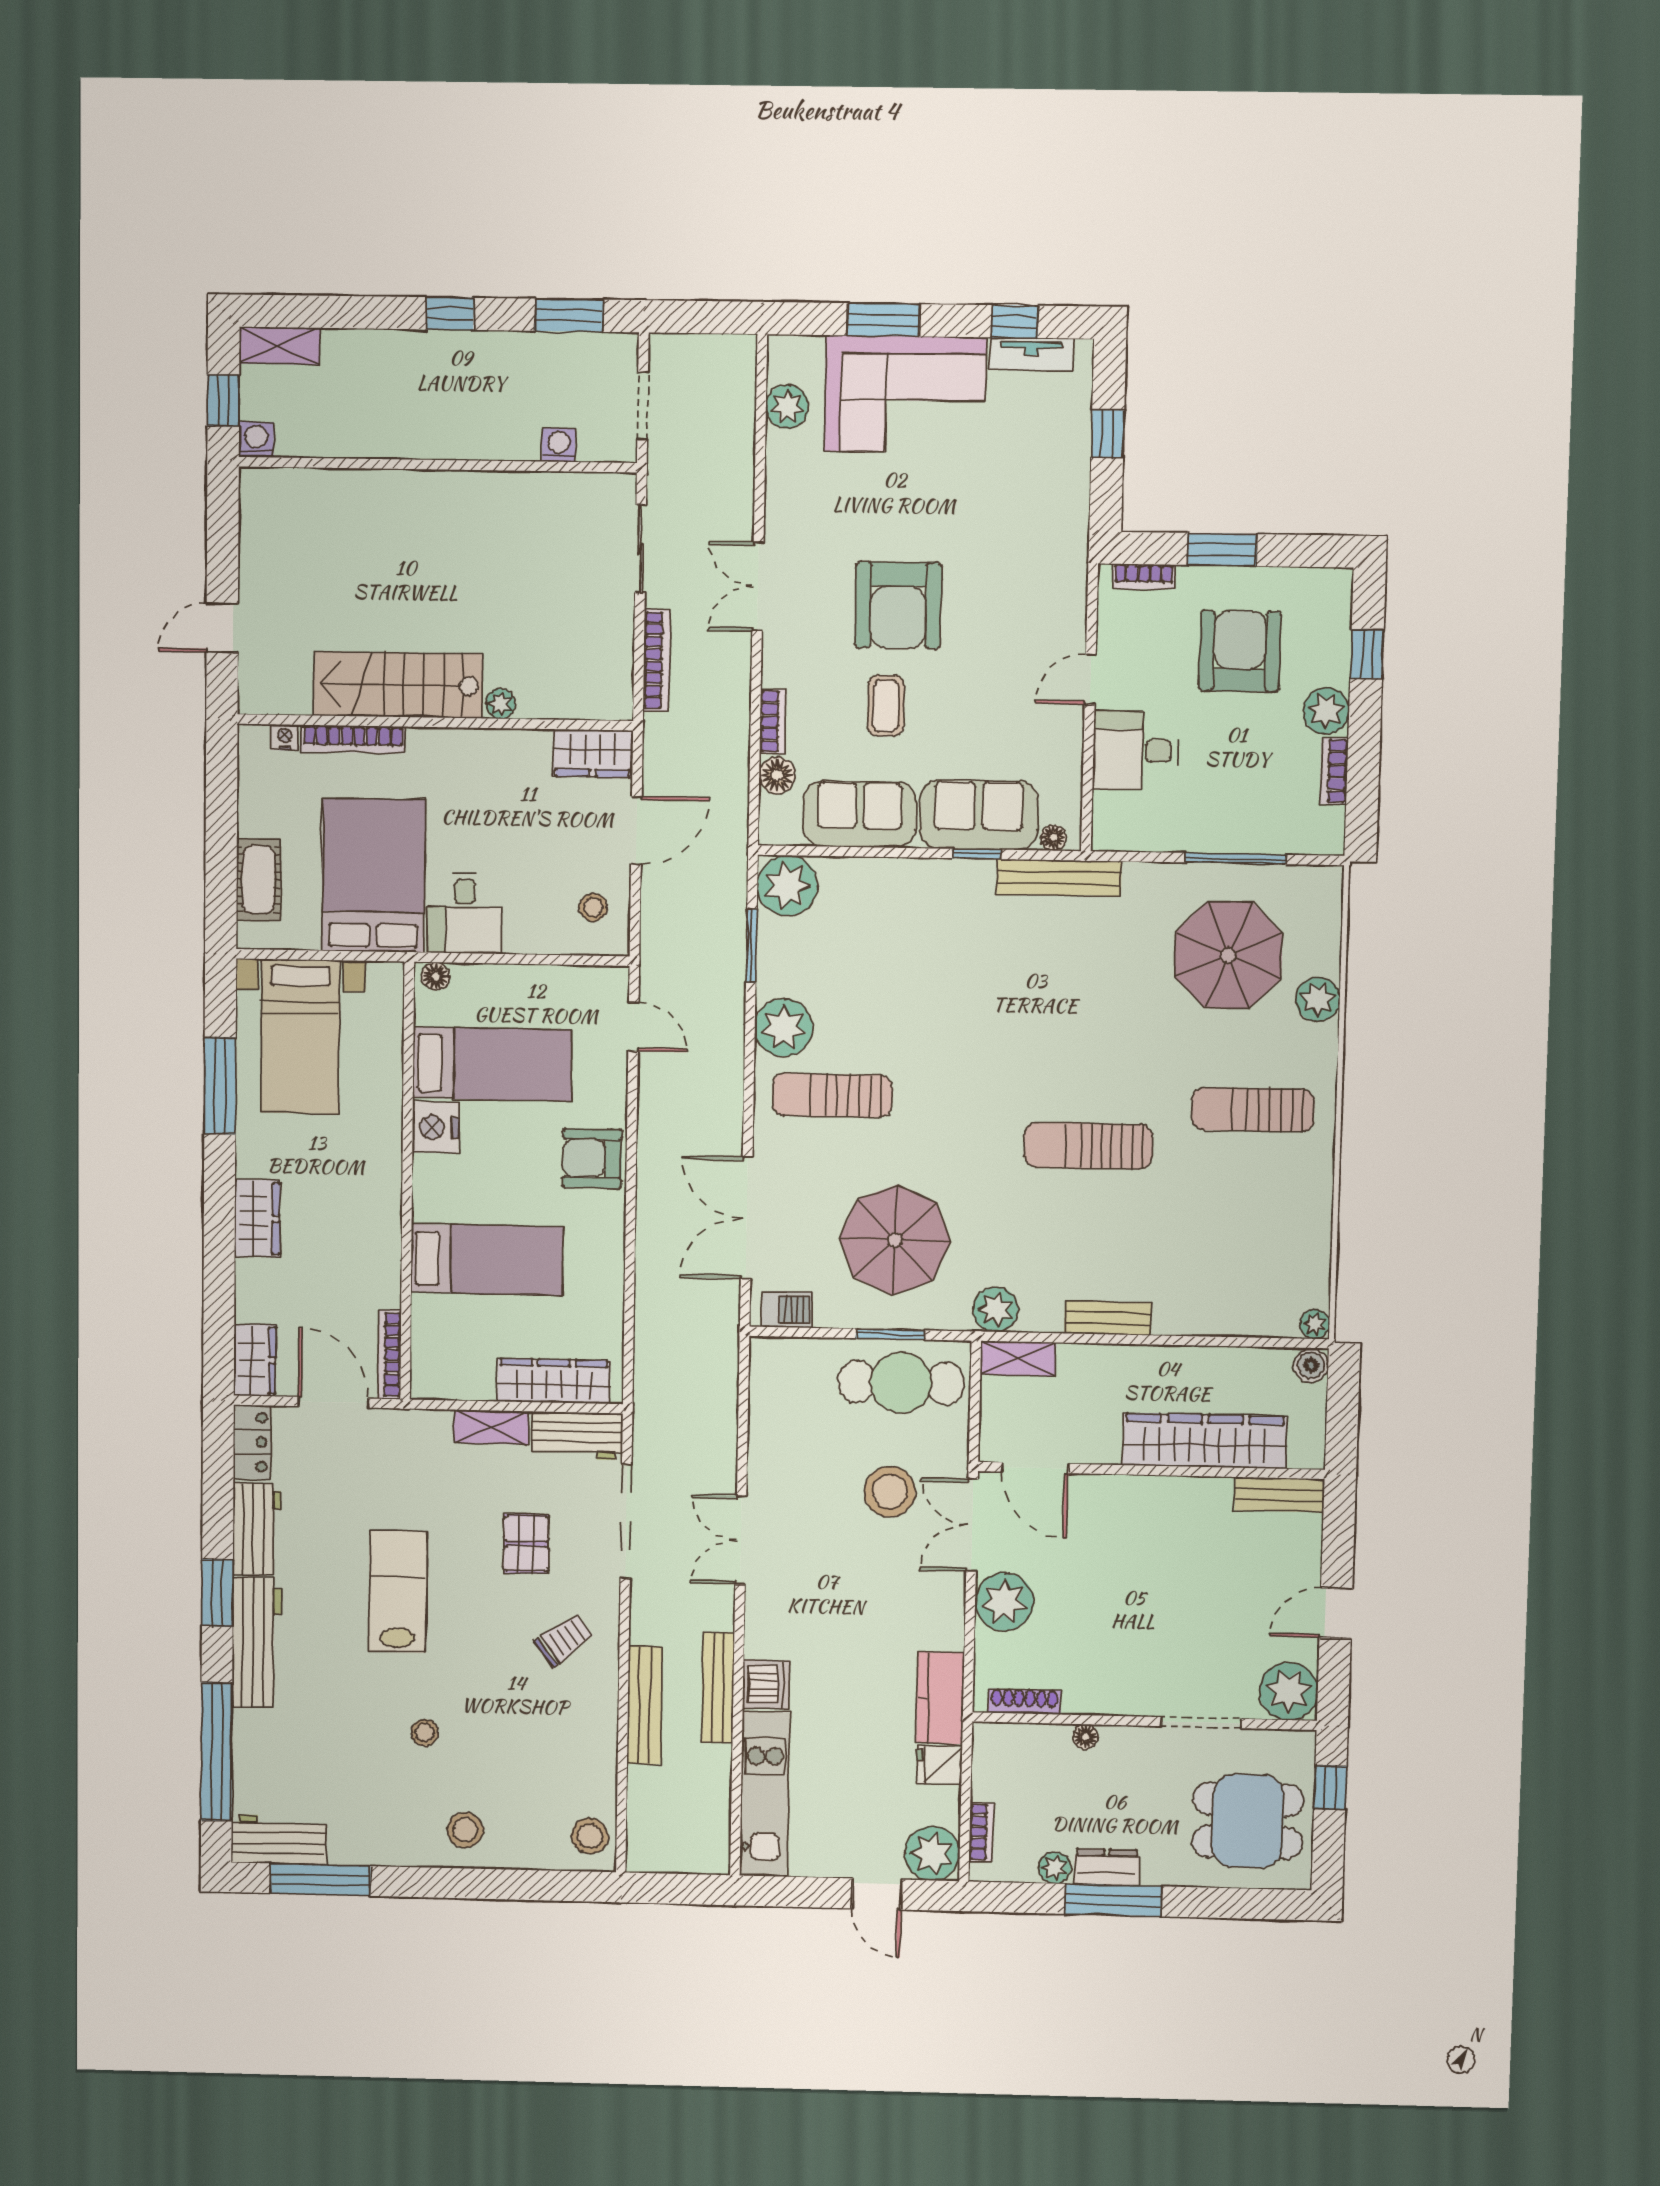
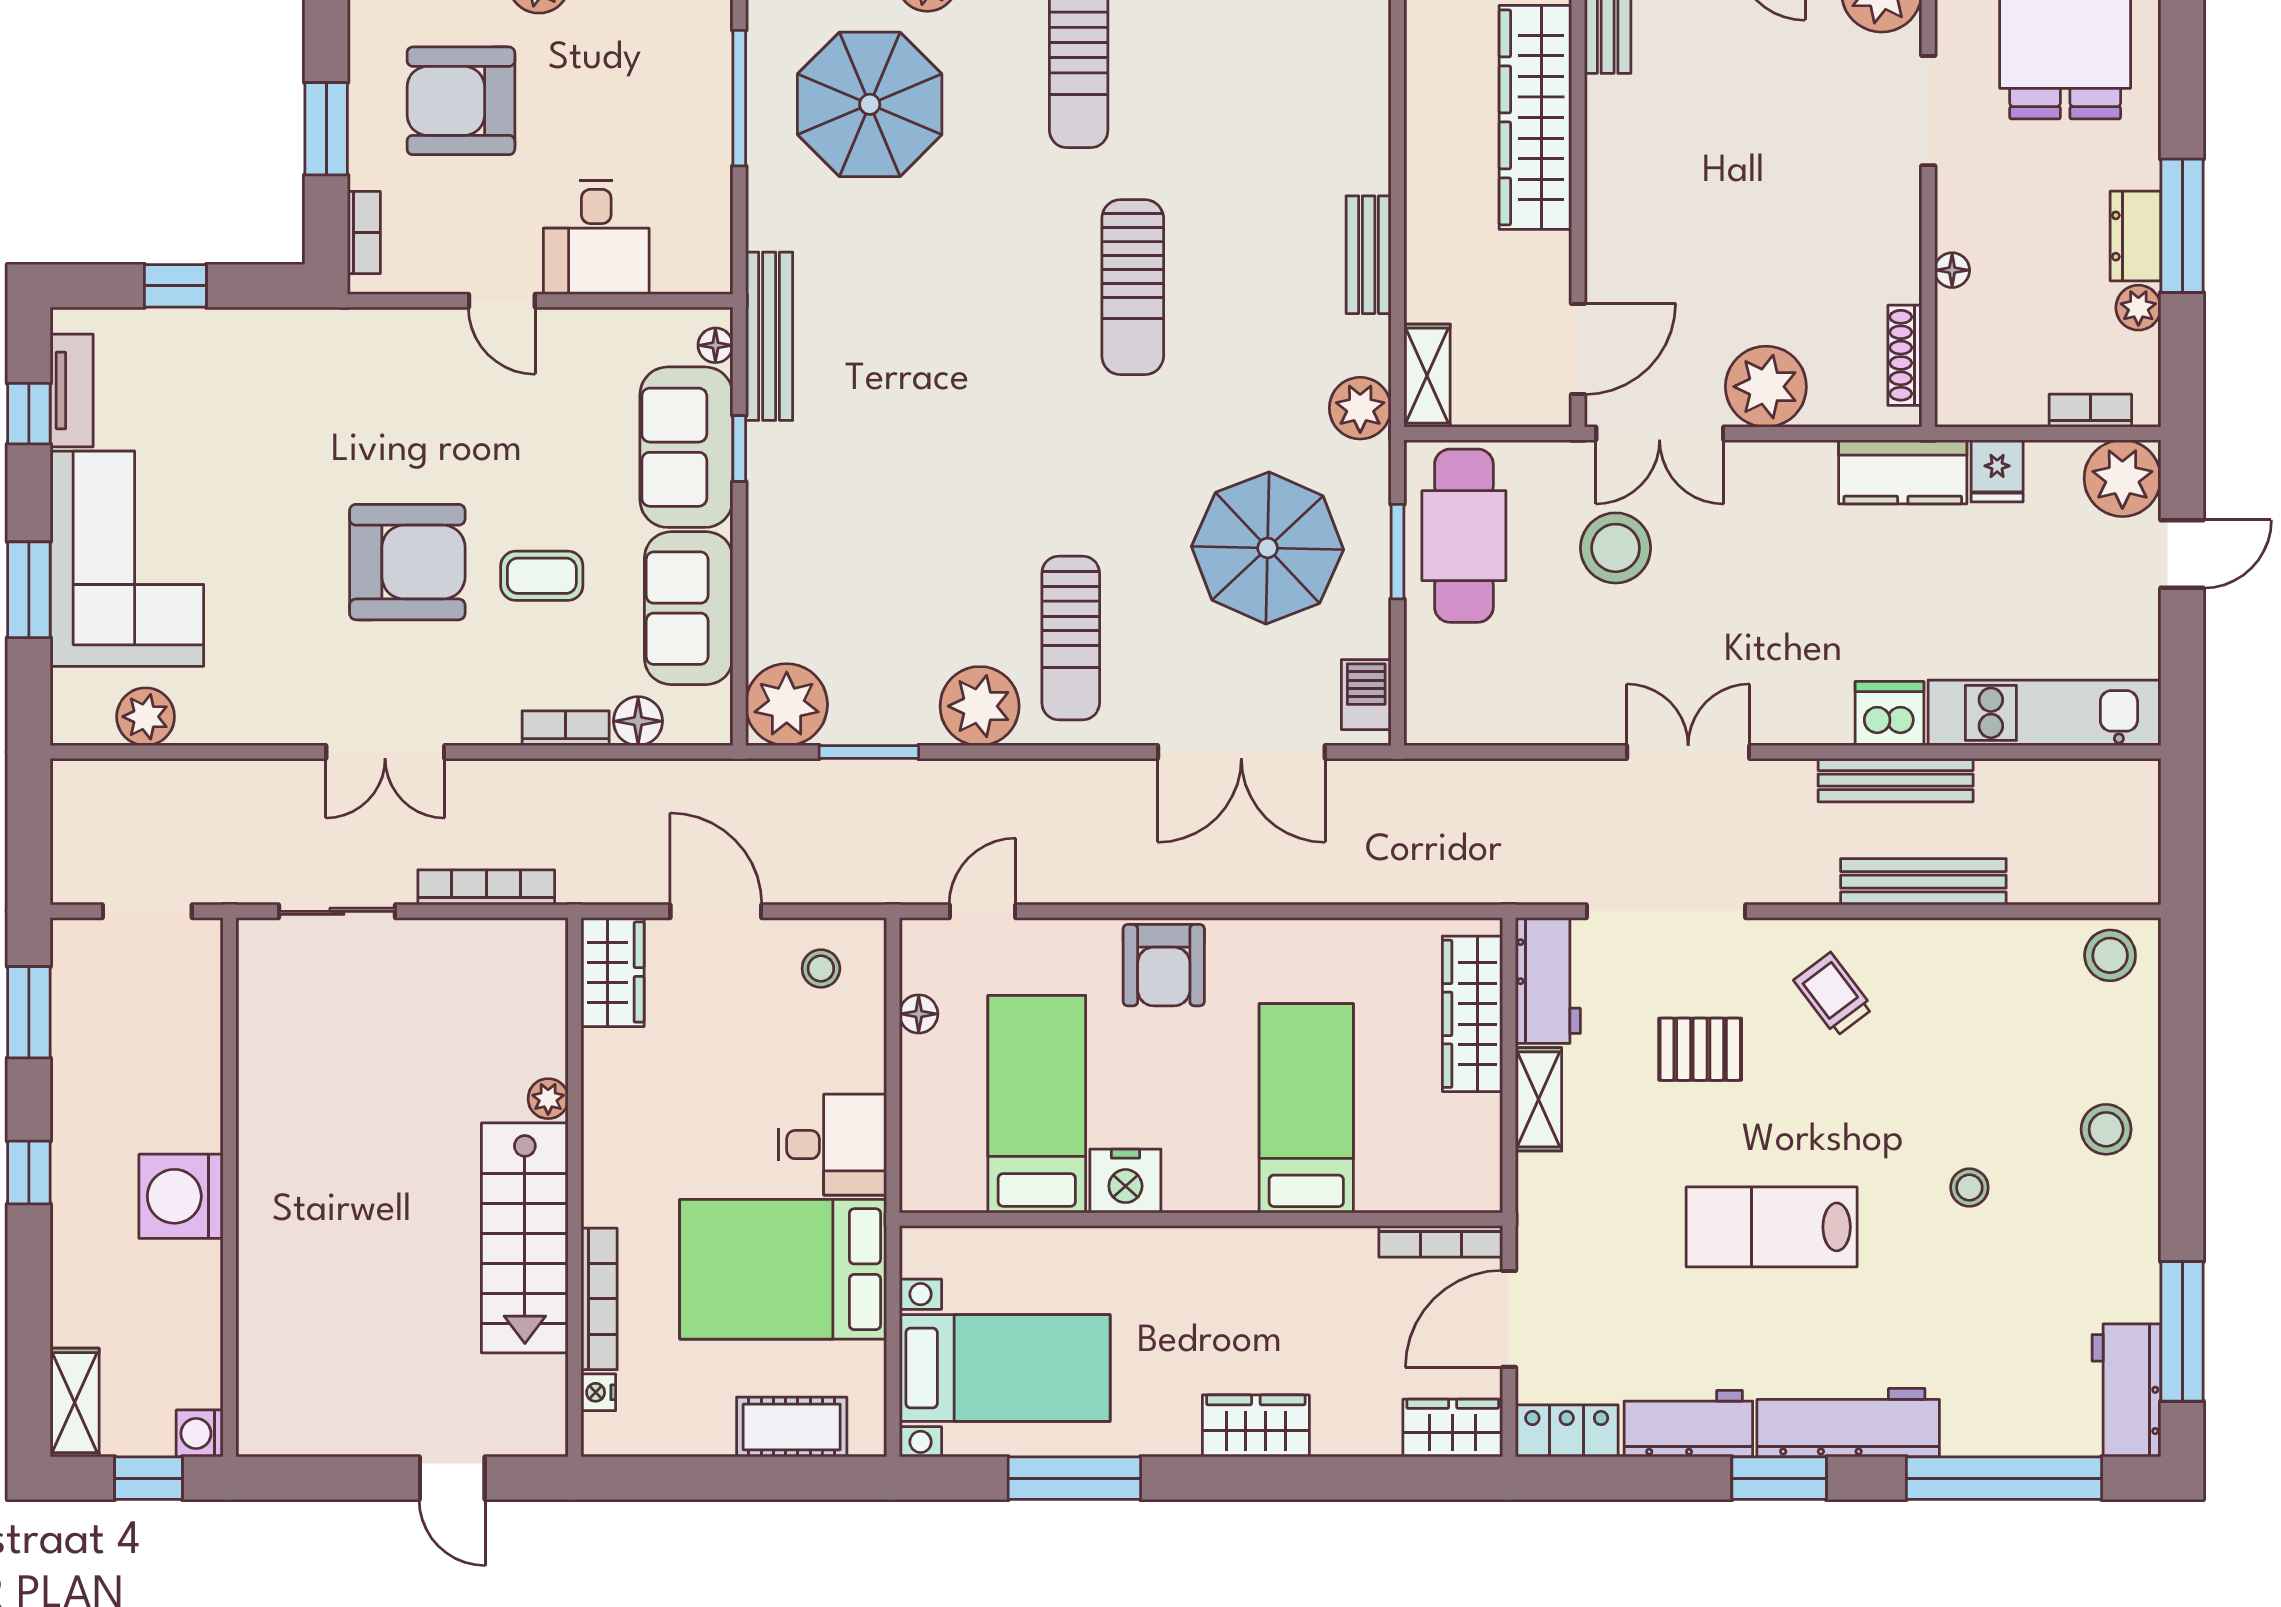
washing machine: (559, 445) -> (181, 1196), moved, width x1.89, depth x1.89
floor lamp: (435, 976) -> (919, 1014), moved
double door: (741, 1540) -> (1688, 752), swing flipped

